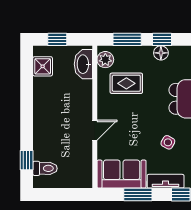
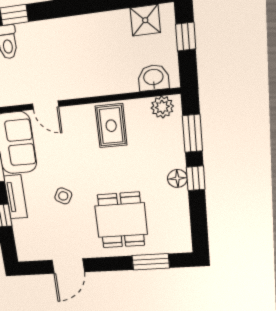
washbasin: (83, 64) -> (153, 78), width x0.72
rug: (126, 83) -> (111, 126), moved
door: (95, 130) -> (46, 105), moved

